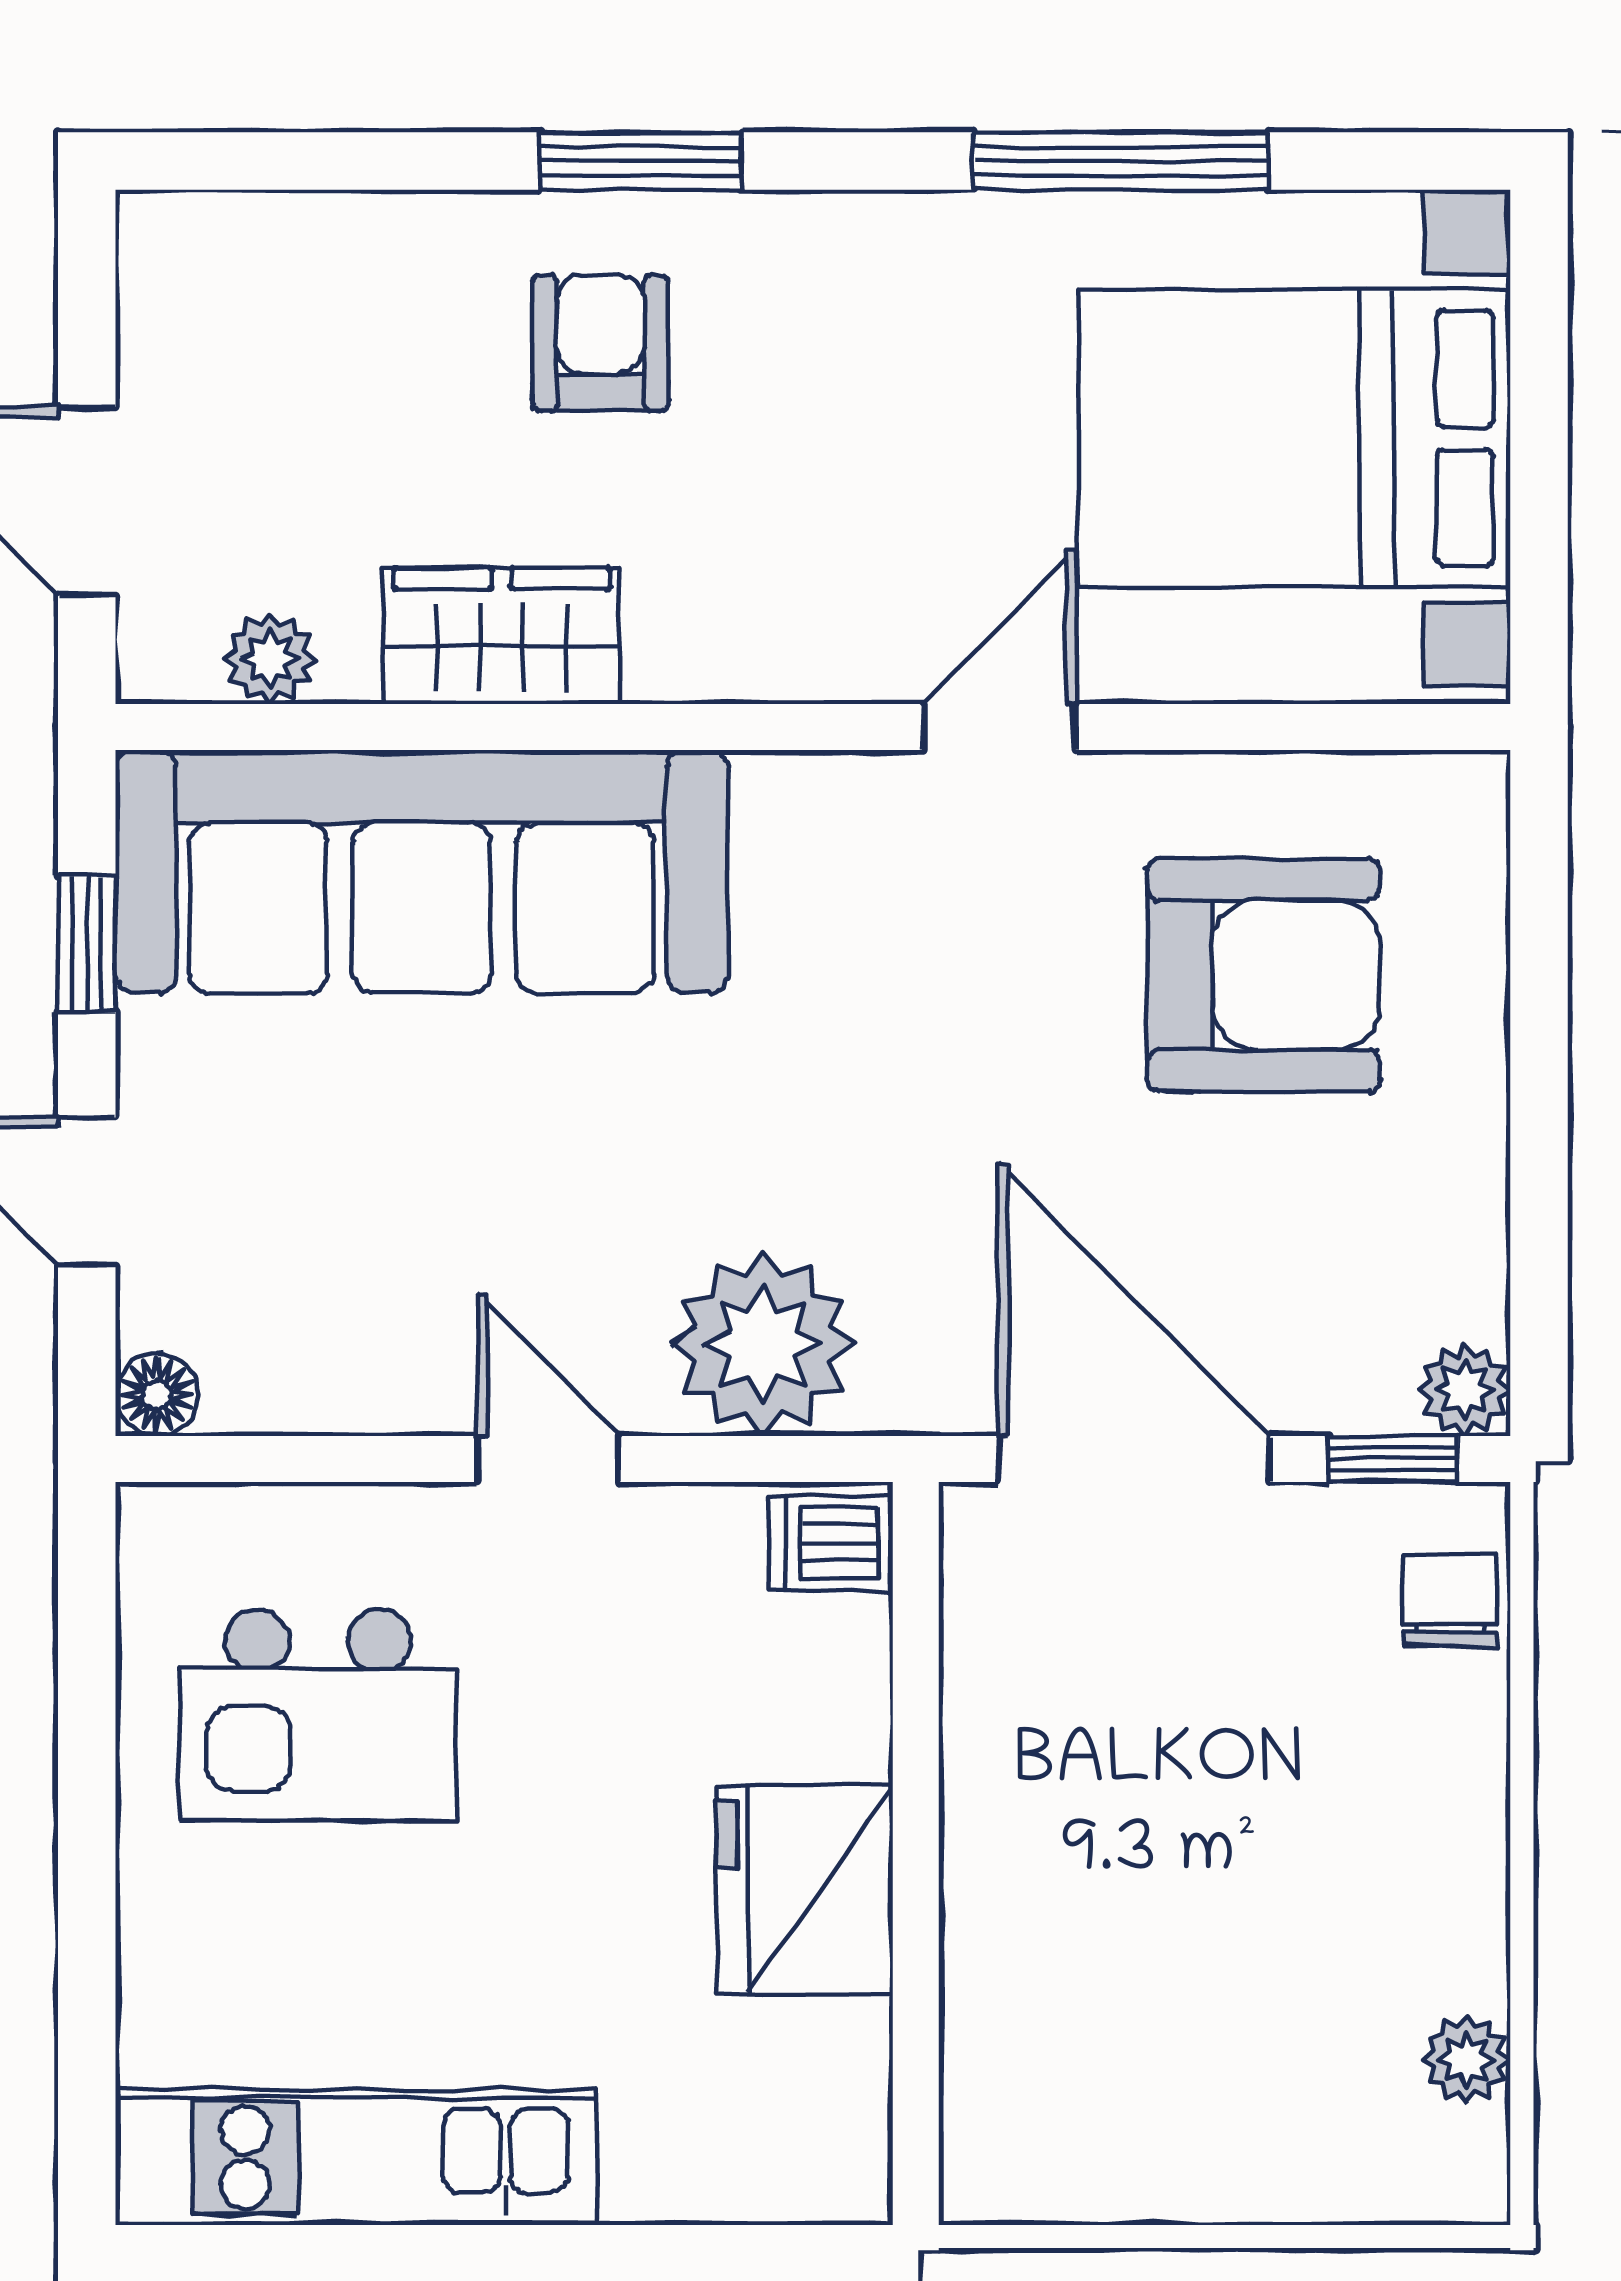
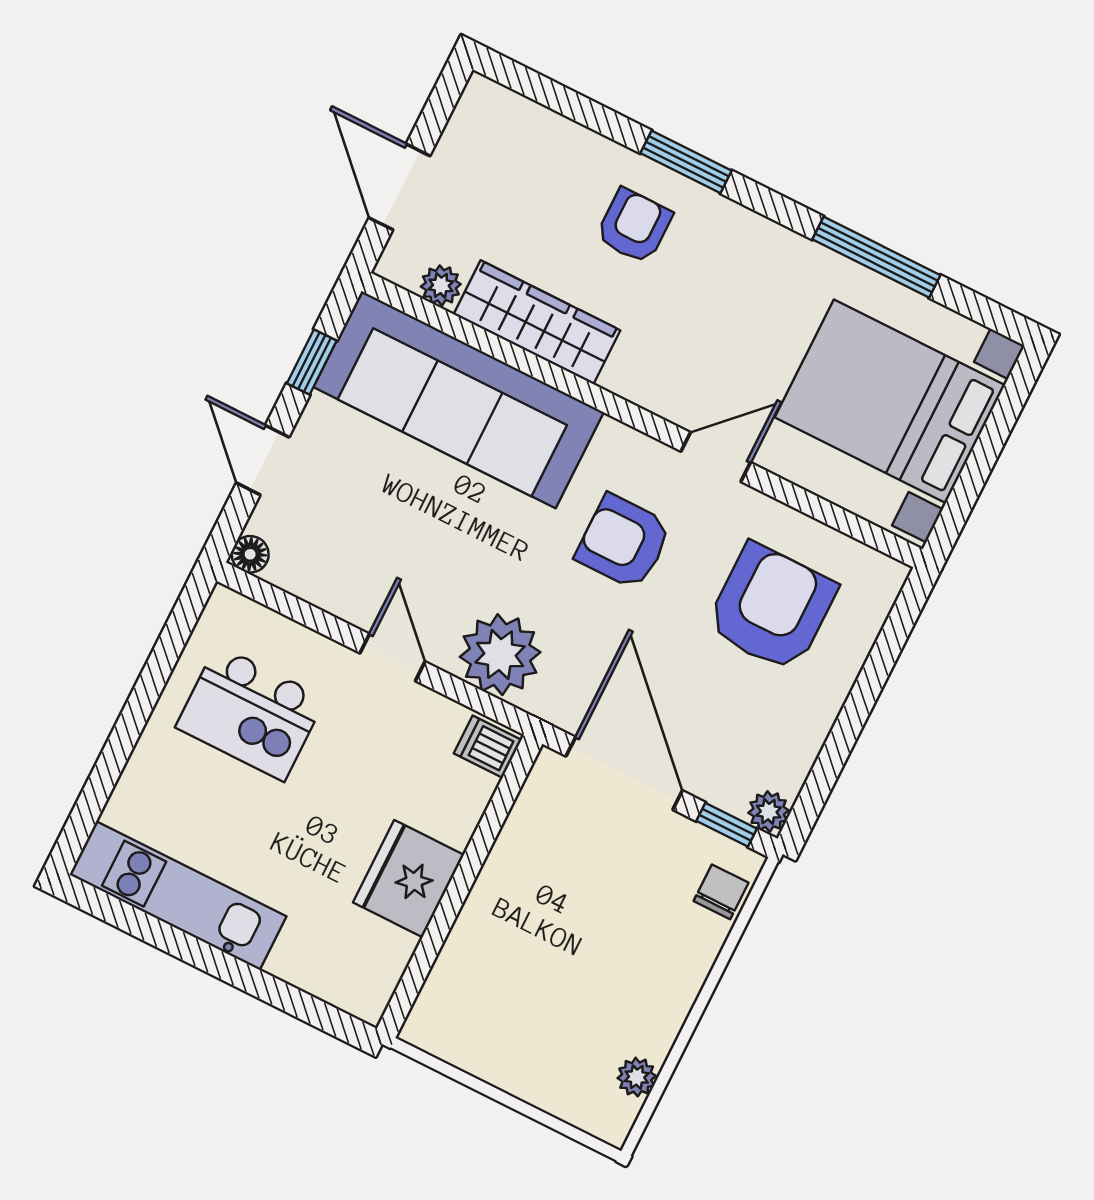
wardrobe: (501, 636) -> (537, 322), width x1.50
armchair: (1264, 975) -> (771, 608), turned -90
armchair: (899, 992) -> (624, 542), added

